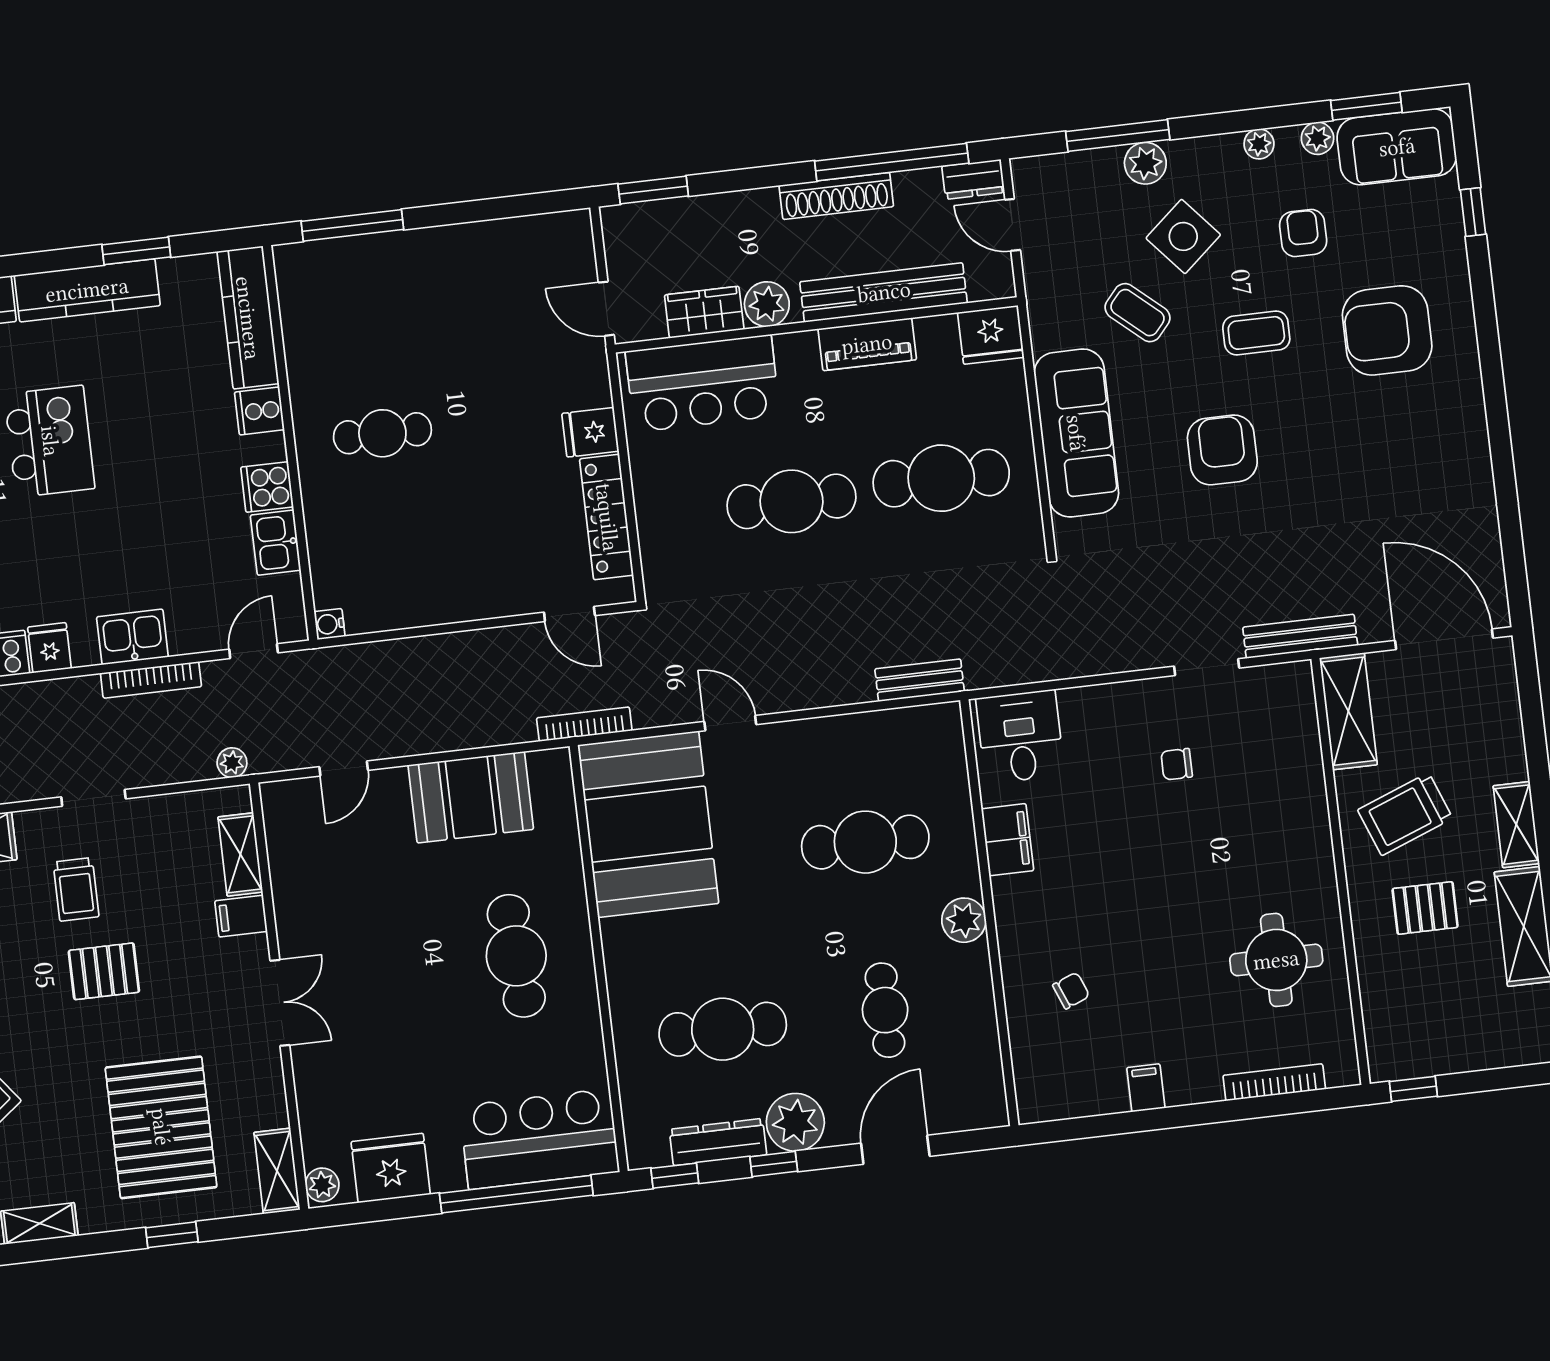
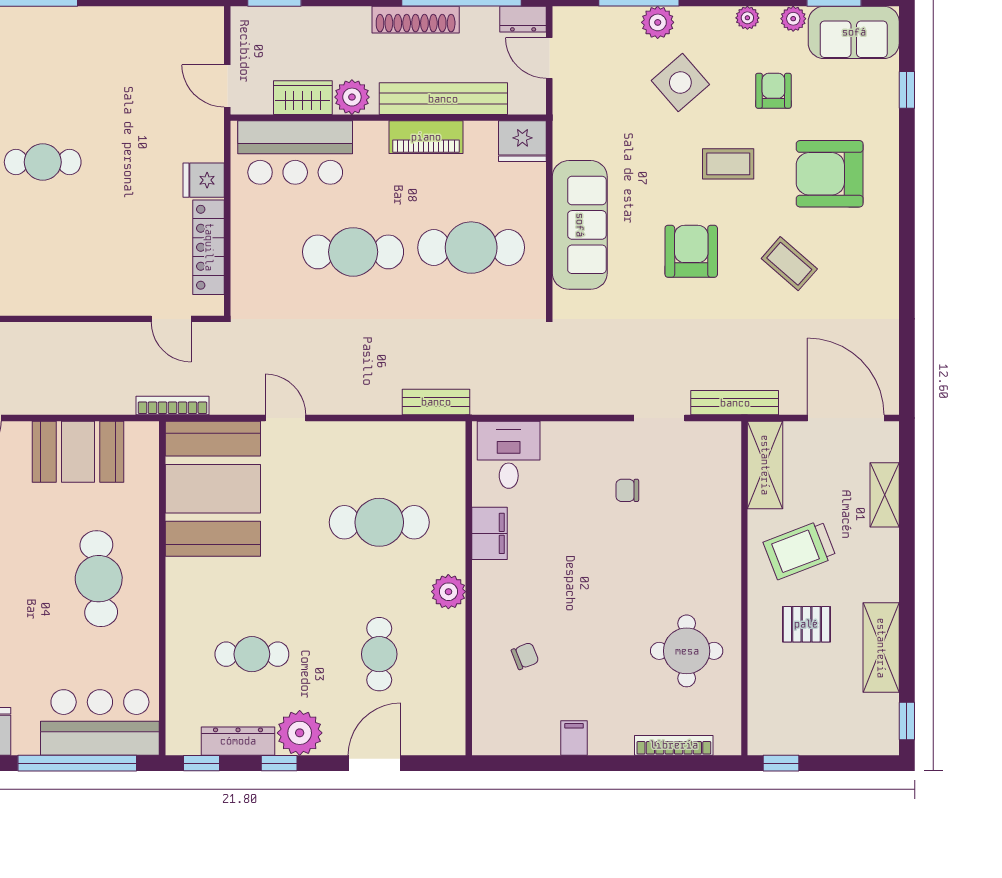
coffee table: (1137, 313) -> (789, 264), moved
shelving: (1516, 825) -> (885, 495), moved
cafe table: (723, 1029) -> (252, 654), width x0.73, depth x0.74

